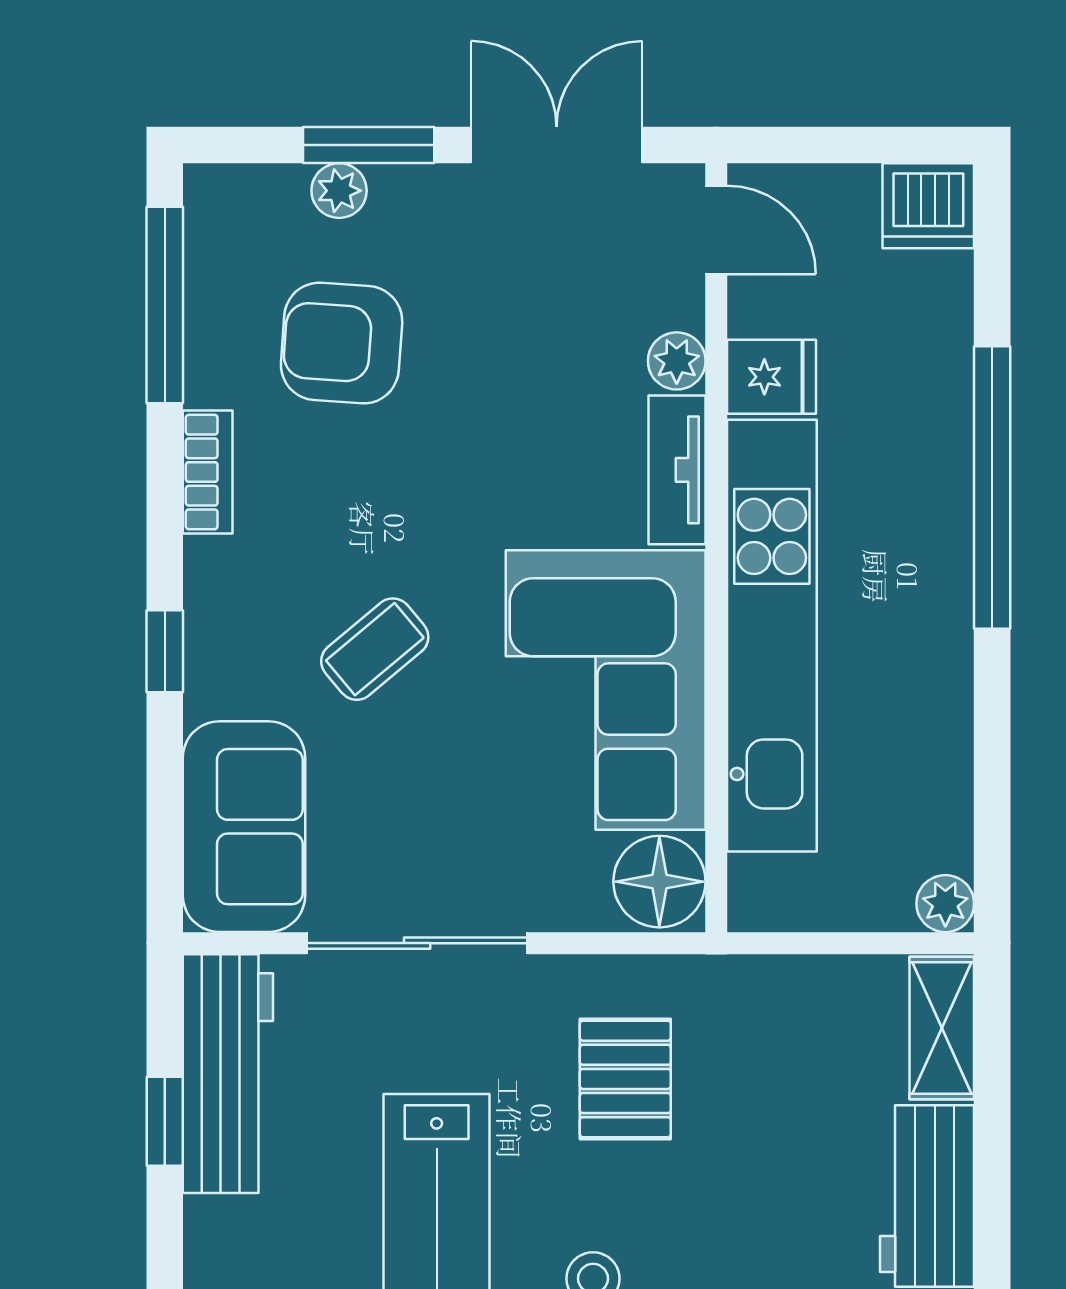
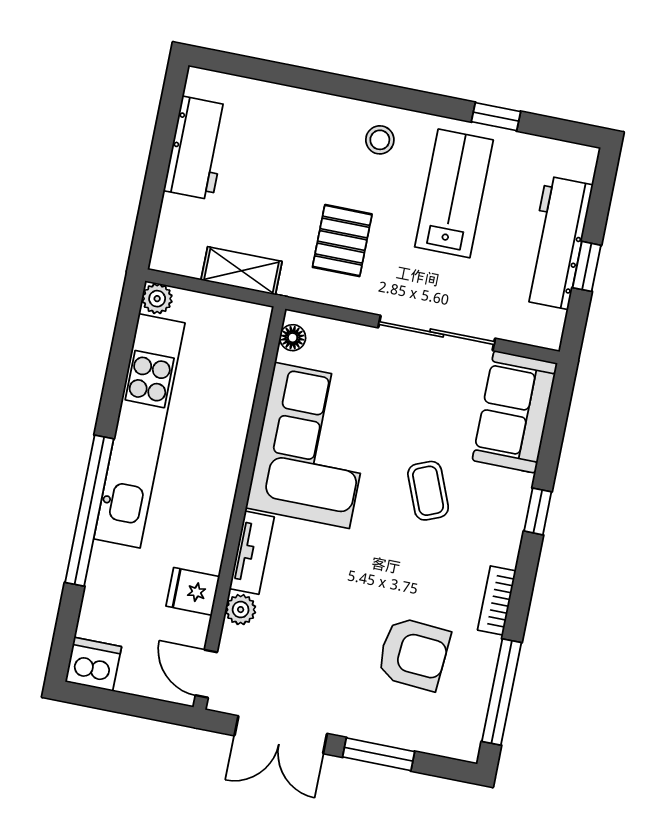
plant: (339, 191) -> (399, 734), removed
kitchen unit: (772, 636) -> (139, 431), moved, turned 180
coffee table: (375, 649) -> (428, 491), turned -72
floor lamp: (659, 882) -> (293, 338), width x0.53, depth x0.53
shelving: (942, 1028) -> (242, 271), moved, turned 90
workbench: (228, 1074) -> (557, 243), moved

